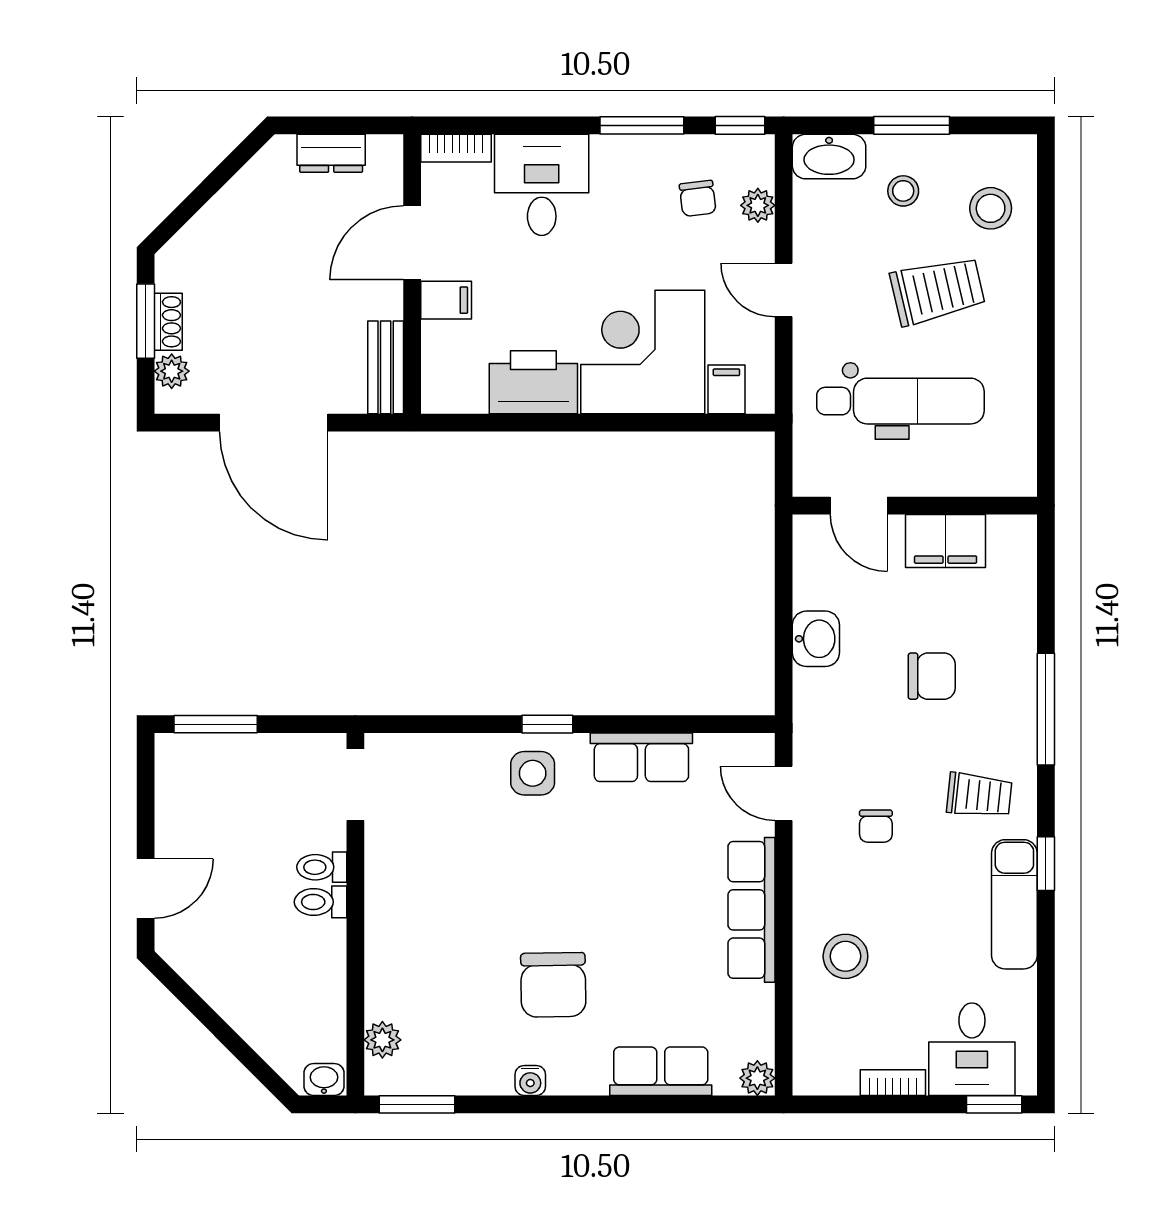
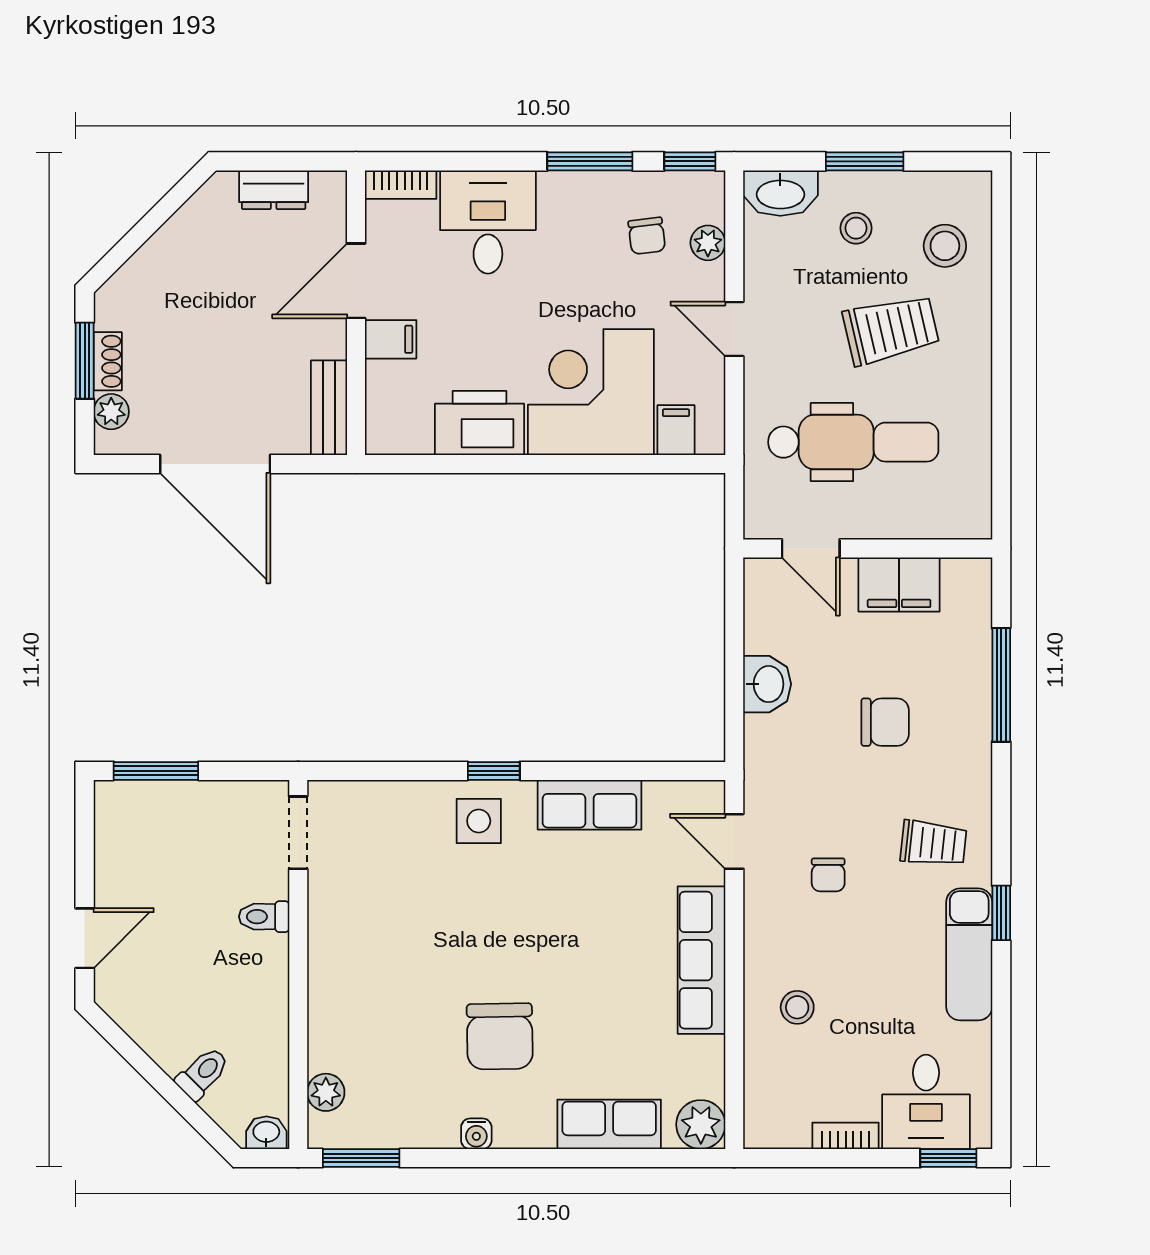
window: (1046, 709) -> (1001, 685), moved
toilet: (320, 902) -> (203, 1073), moved, turned 135
stool: (845, 956) -> (797, 1007), width x0.73, depth x0.73
plant: (757, 1078) -> (701, 1125), width x1.38, depth x1.38

